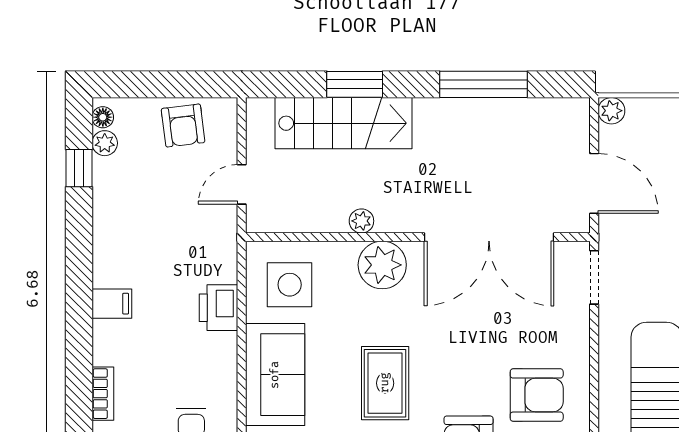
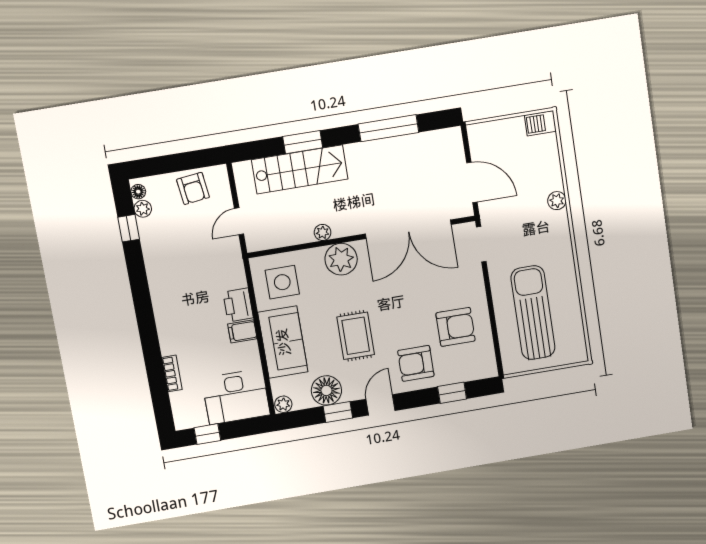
plant: (611, 111) -> (476, 132), removed
filing cabinet: (112, 304) -> (242, 331), moved, turned 180

